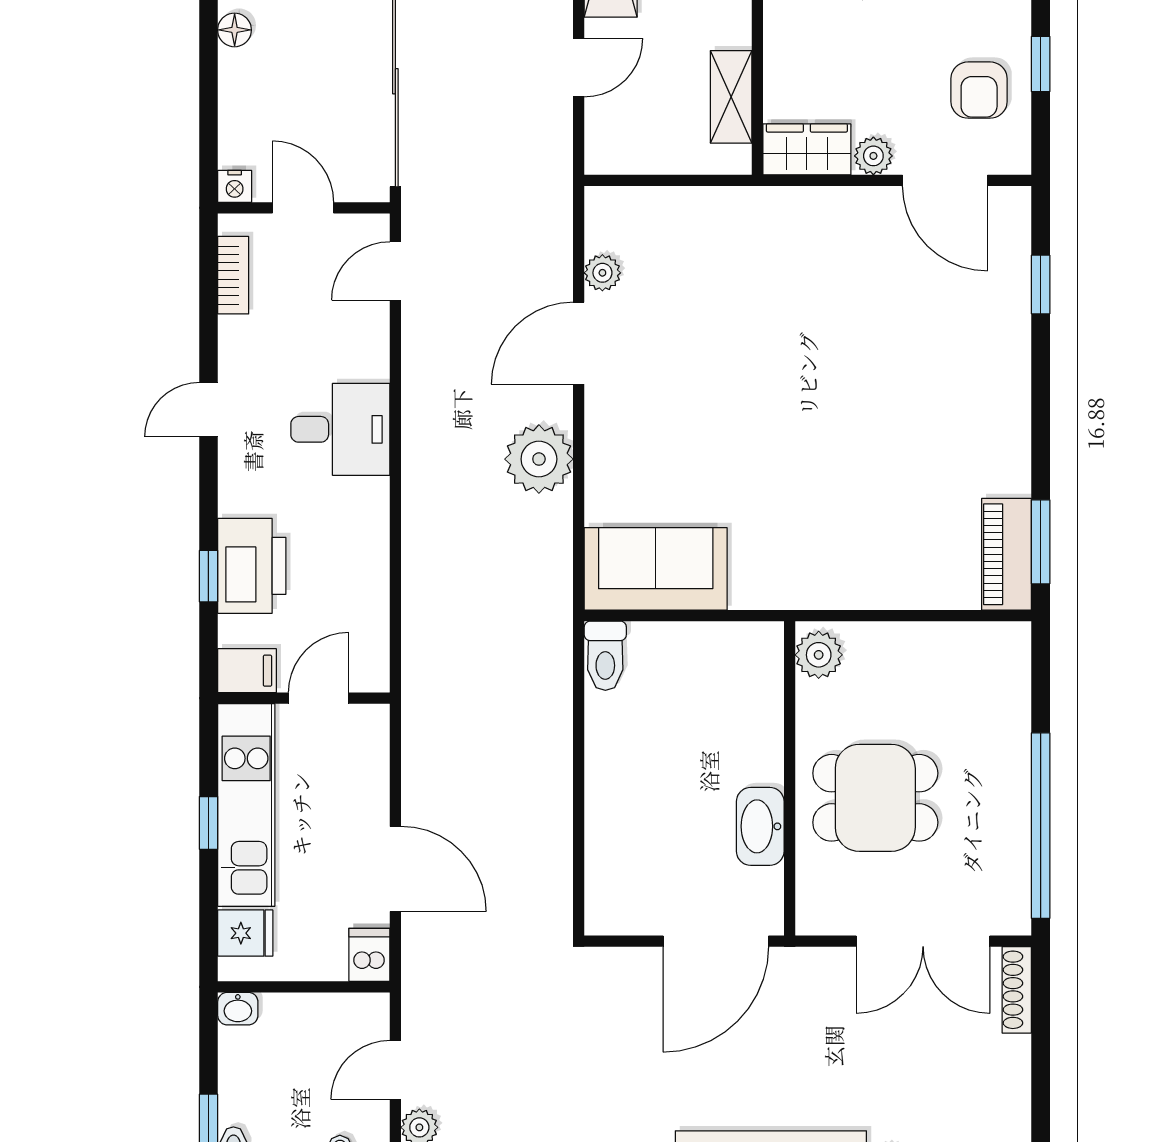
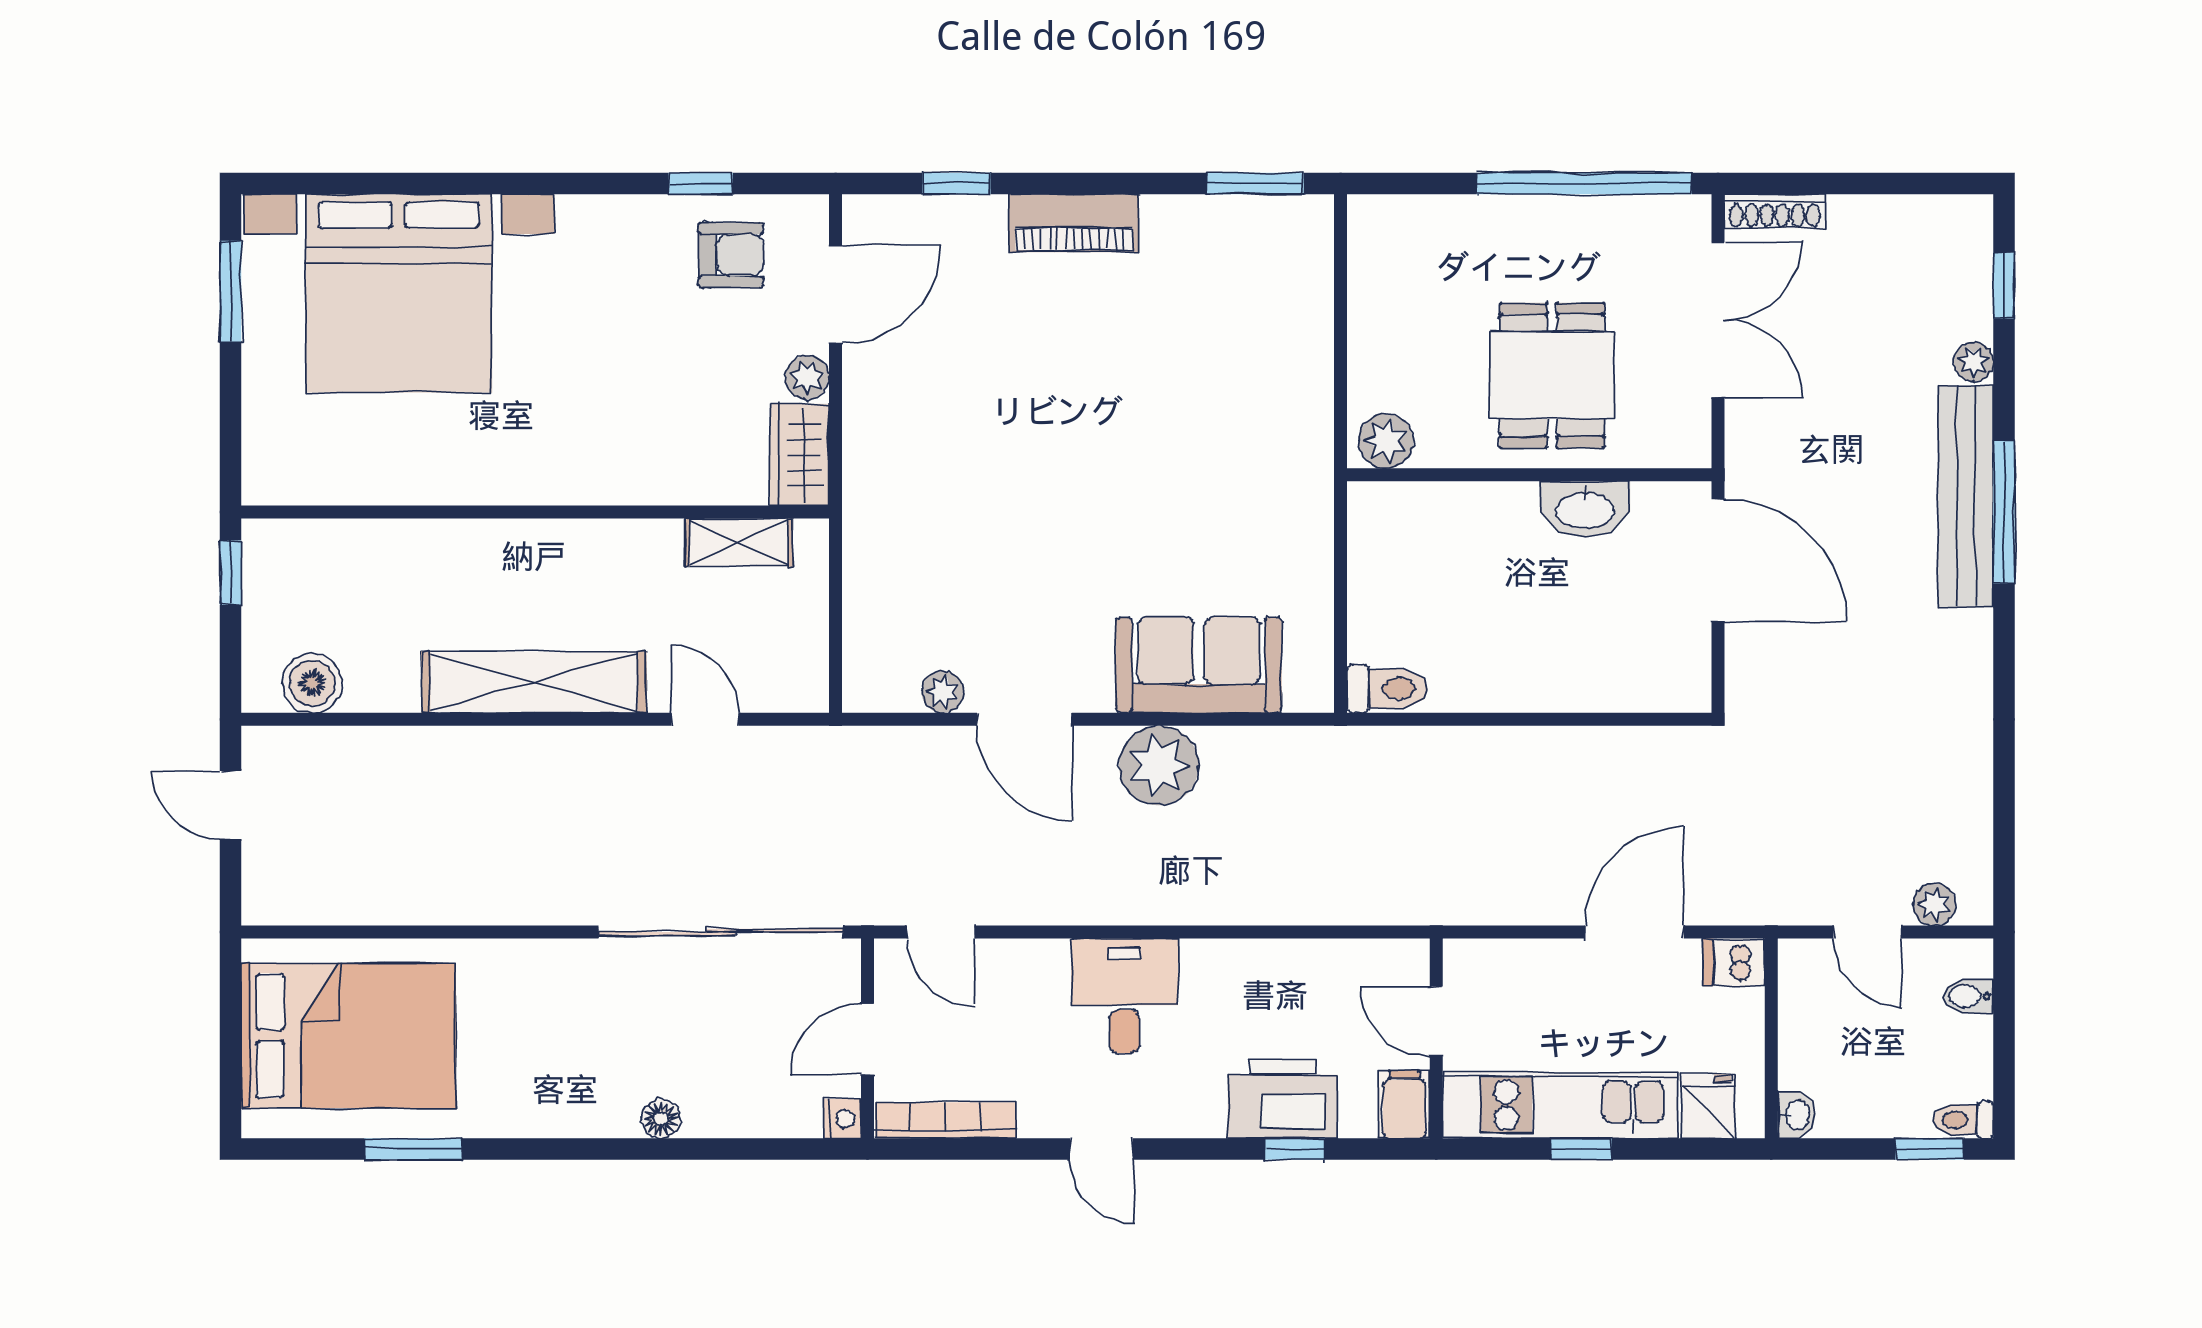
bookcase: (233, 275) -> (946, 1120), width x1.56
piano: (1007, 554) -> (1074, 223), moved
sofa: (656, 569) -> (1199, 665), moved, turned 90

